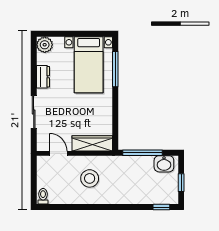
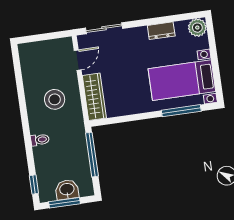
sliding door: (34, 112) -> (104, 28), moved
washbasin: (164, 164) -> (67, 190), moved, turned 90
window: (181, 183) -> (64, 203), width x1.50
toilet: (43, 196) -> (40, 140), moved

